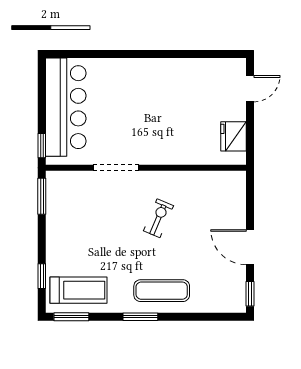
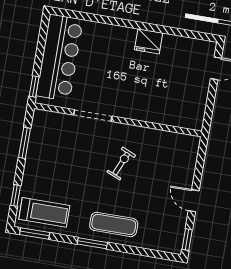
fridge: (233, 136) -> (149, 41), moved, turned -90
window: (42, 196) -> (25, 143), moved
door: (250, 247) -> (194, 201), width x0.73

